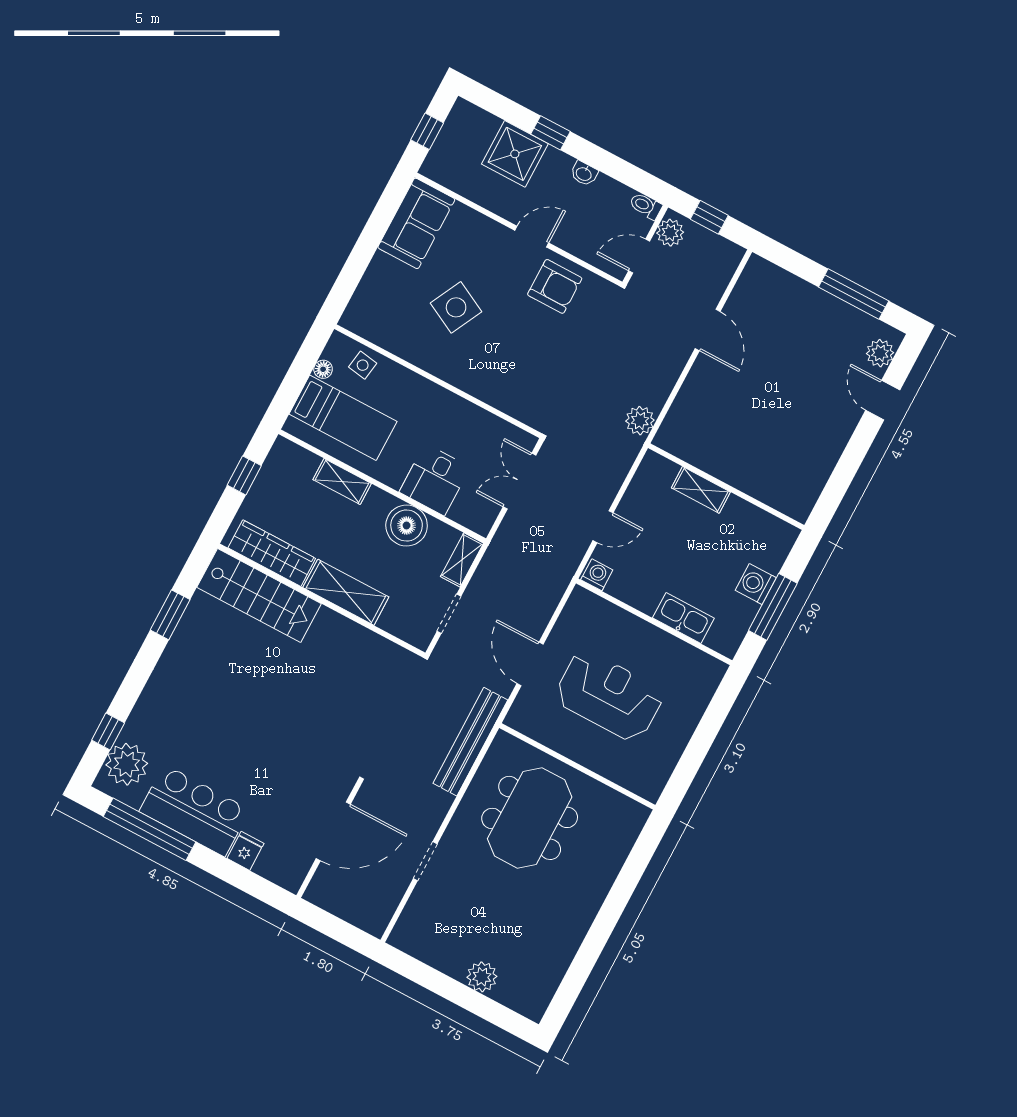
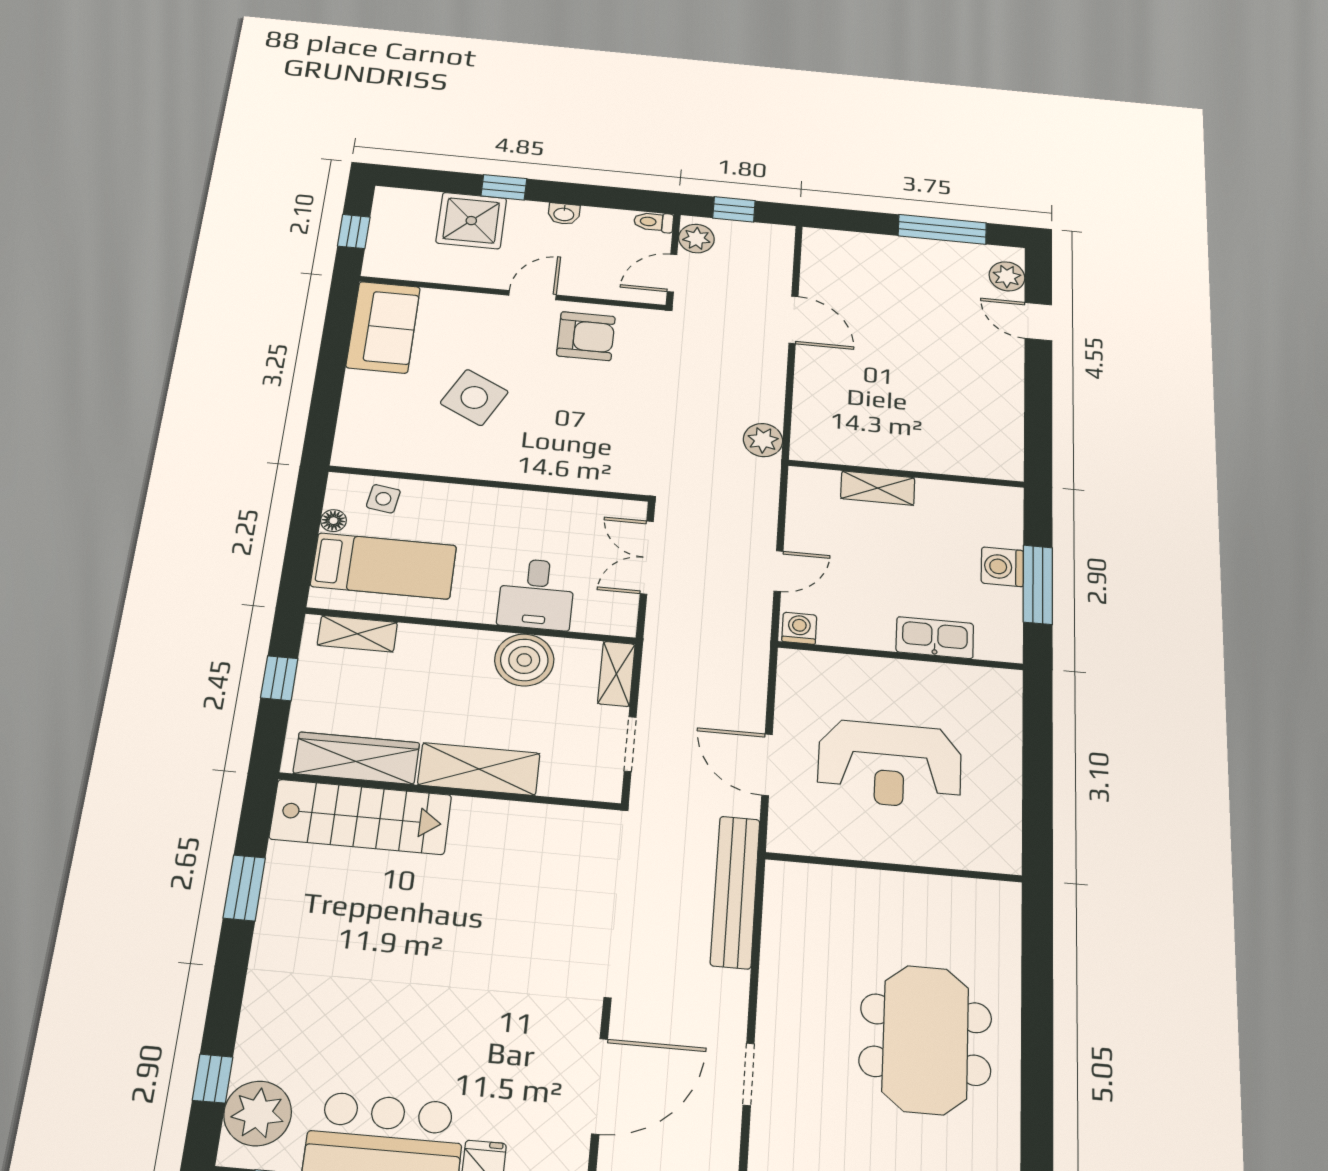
shelving: (342, 482) -> (357, 634), moved
reception desk: (609, 696) -> (890, 764), turned 180
meeting table: (530, 818) -> (925, 1039), moved

